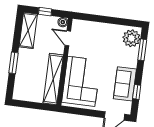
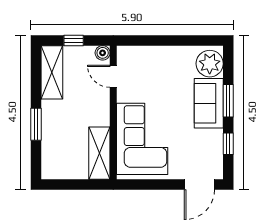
window: (142, 50) -> (228, 101), moved
shelving: (53, 79) -> (99, 153), width x0.68
sofa: (125, 84) -> (209, 103), moved

